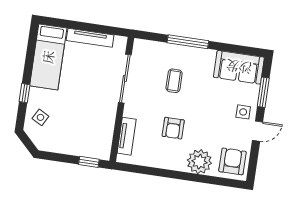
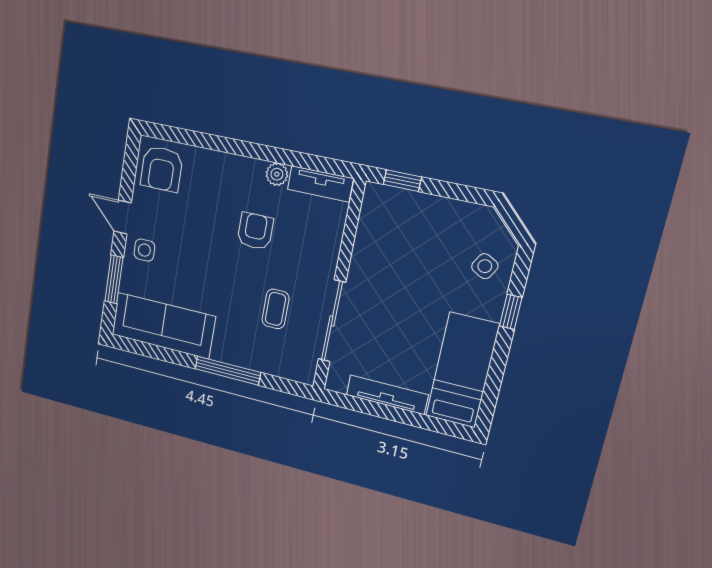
sofa: (239, 67) -> (163, 326), width x1.36
coffee table: (174, 81) -> (275, 309), moved
door: (258, 131) -> (123, 217), hinge flipped
tv unit: (127, 136) -> (320, 184), moved, turned -90
plant: (199, 162) -> (277, 174), moved, width x0.53, depth x0.53

